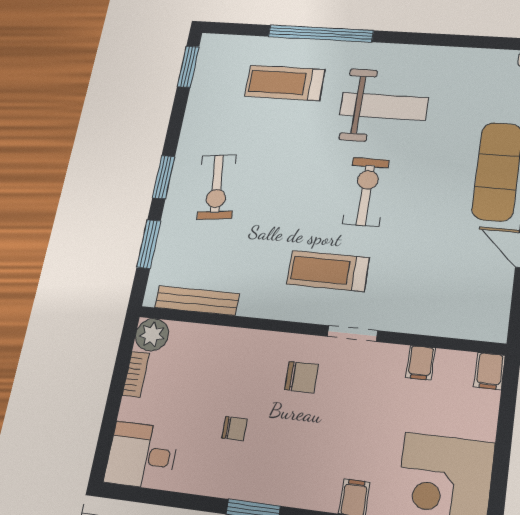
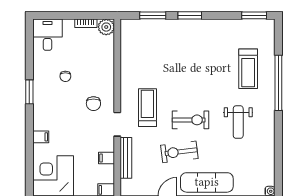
treadmill: (285, 83) -> (248, 69), turned 180
weight bench: (384, 106) -> (238, 122), width x0.73, depth x0.75
exercise bike: (217, 187) -> (179, 152), moved
bench: (197, 301) -> (126, 158), moved

